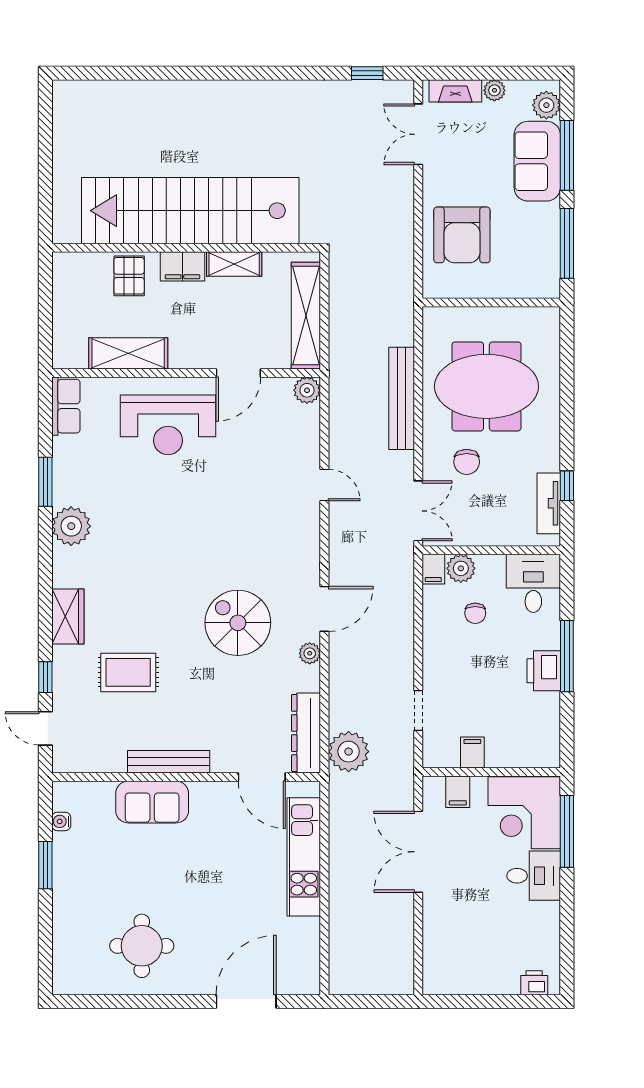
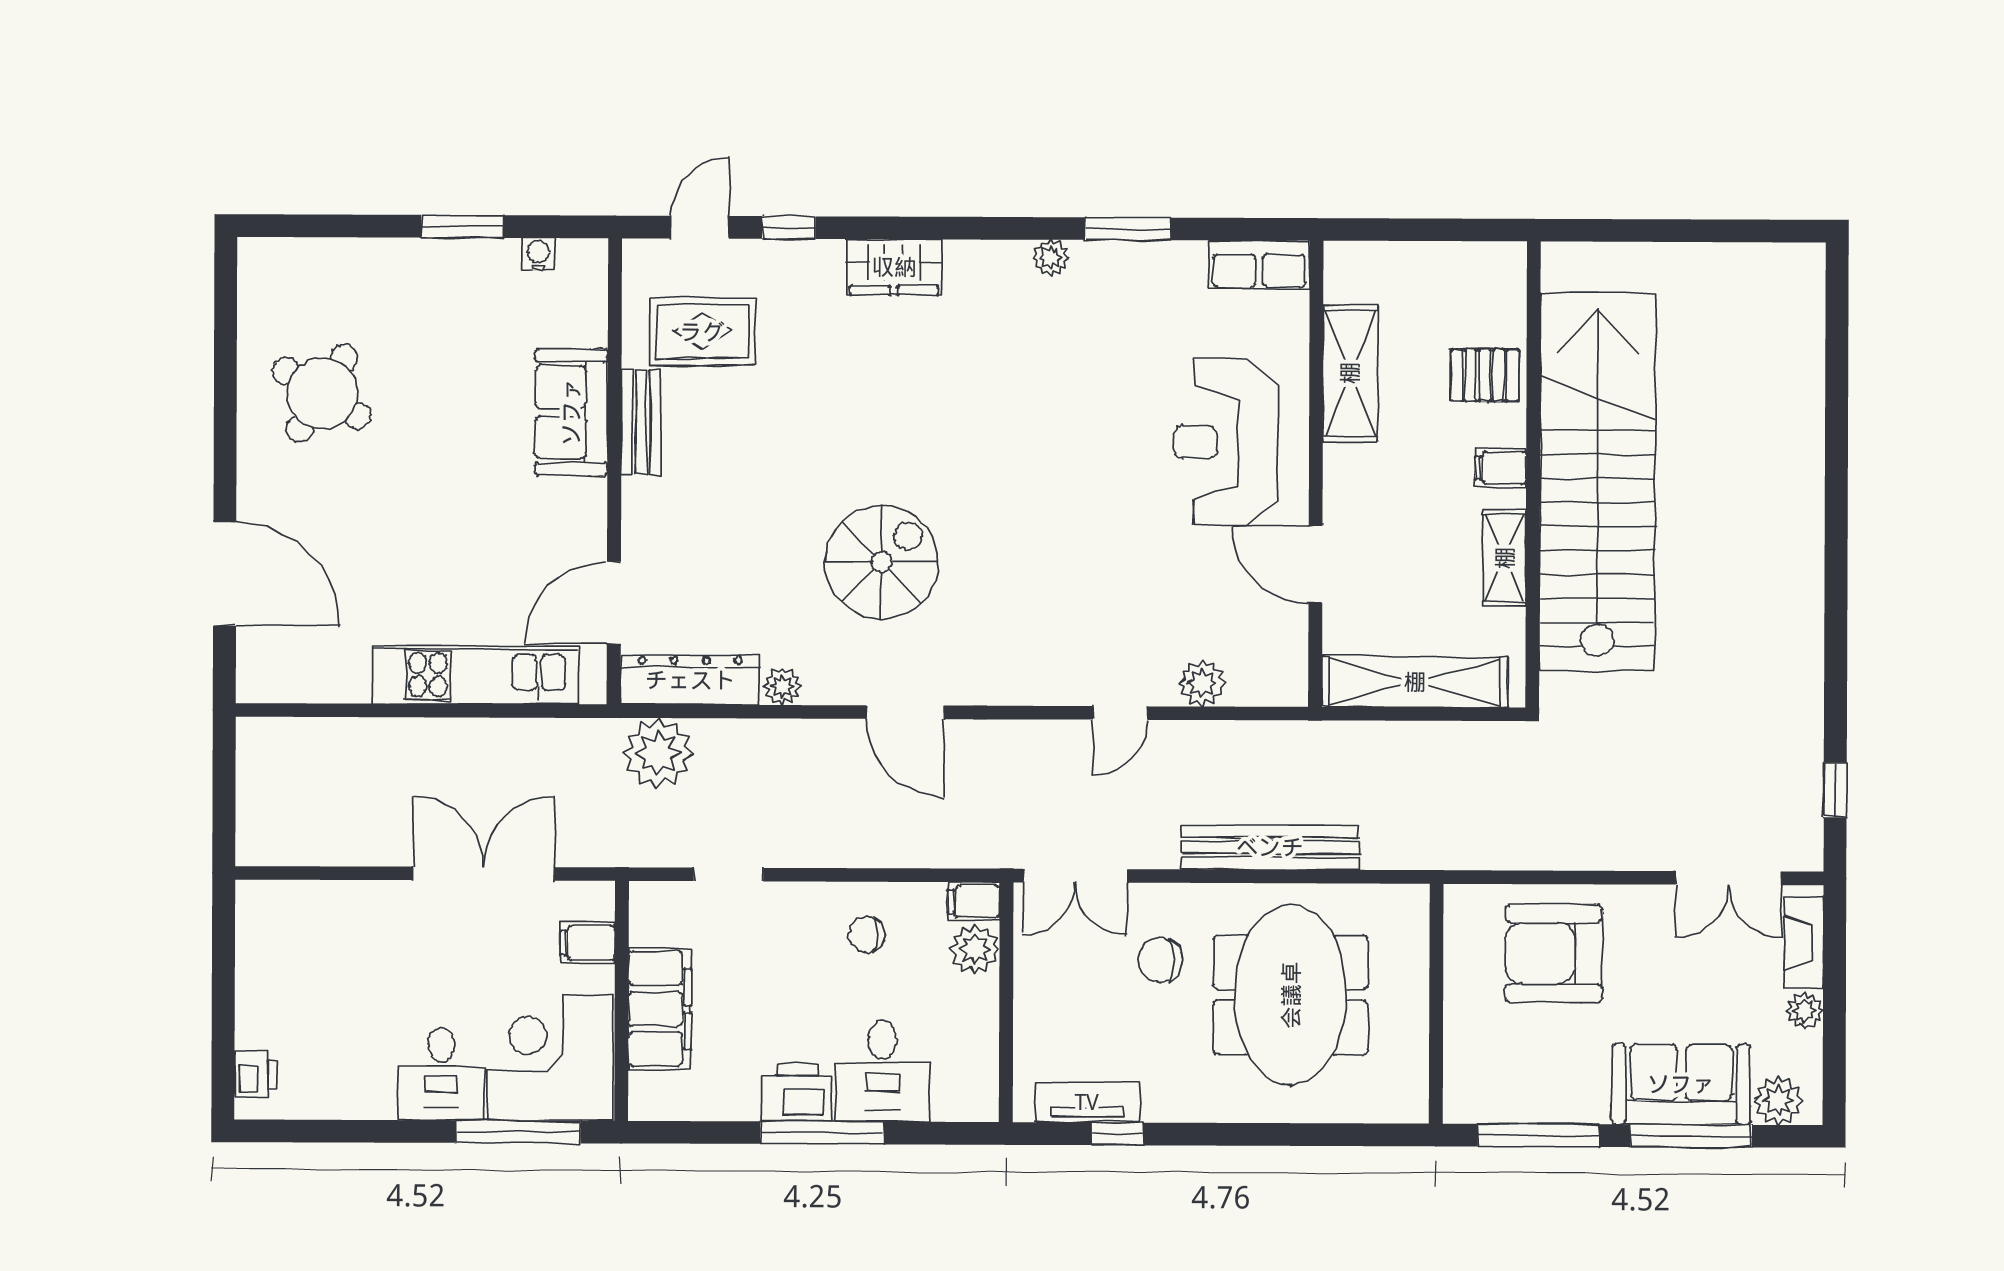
double door: (418, 134) -> (1729, 878), swing flipped
filing cabinet: (182, 266) -> (1501, 468), width x0.50
plant: (307, 390) -> (1202, 683), moved
plant: (71, 526) -> (1051, 258), width x0.53, depth x0.53
desk: (533, 583) -> (882, 1071), moved, turned 90
chair: (475, 613) -> (866, 935), moved
plant: (310, 653) -> (782, 686), moved
rug: (128, 672) -> (702, 332), moved, turned 90
filing cabinet: (472, 752) -> (660, 1009), width x3.00, depth x1.17
bench: (169, 762) -> (641, 422), width x0.73
round table: (142, 946) -> (322, 393), turned 32

